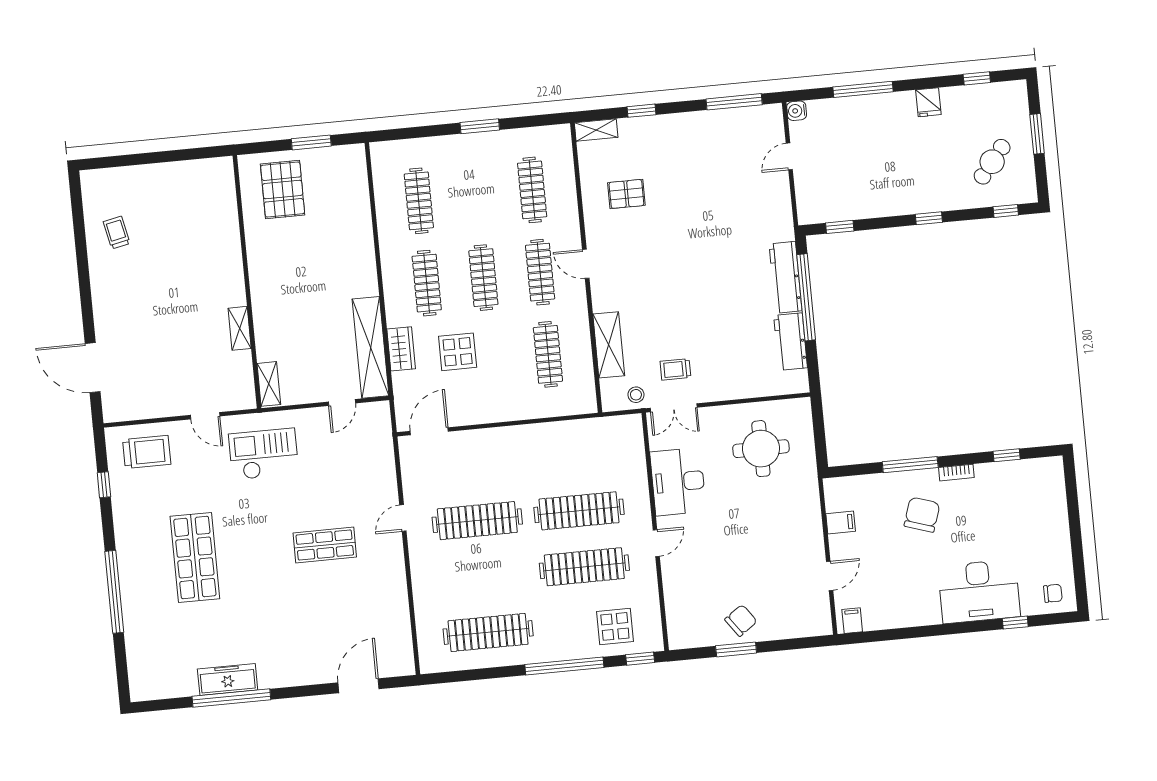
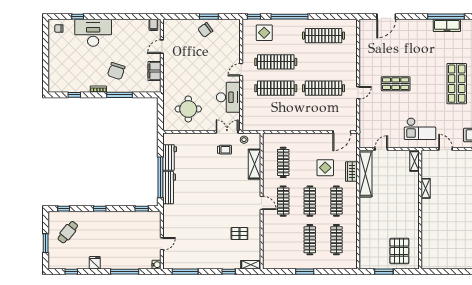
clothes rail: (532, 190) -> (310, 240), moved
filing cabinet: (841, 522) -> (154, 71), width x2.00

